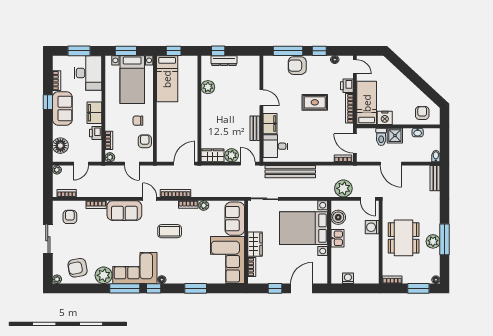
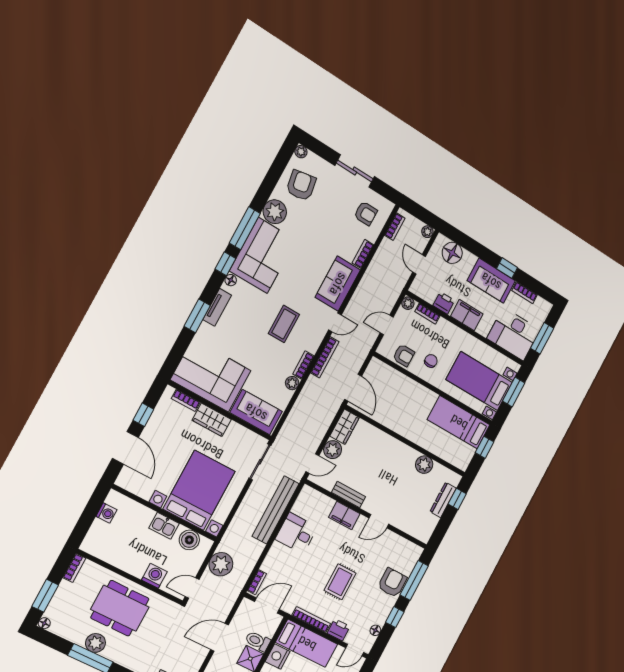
desk: (275, 146) -> (296, 533), moved, turned -90
tv unit: (183, 279) -> (217, 307), added

